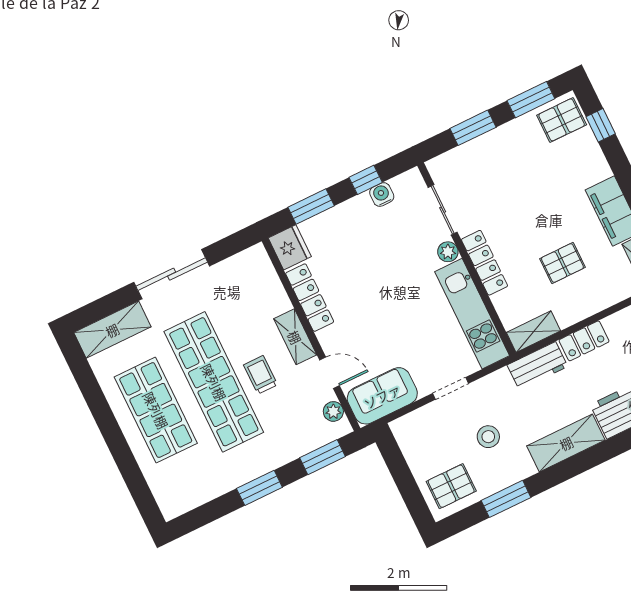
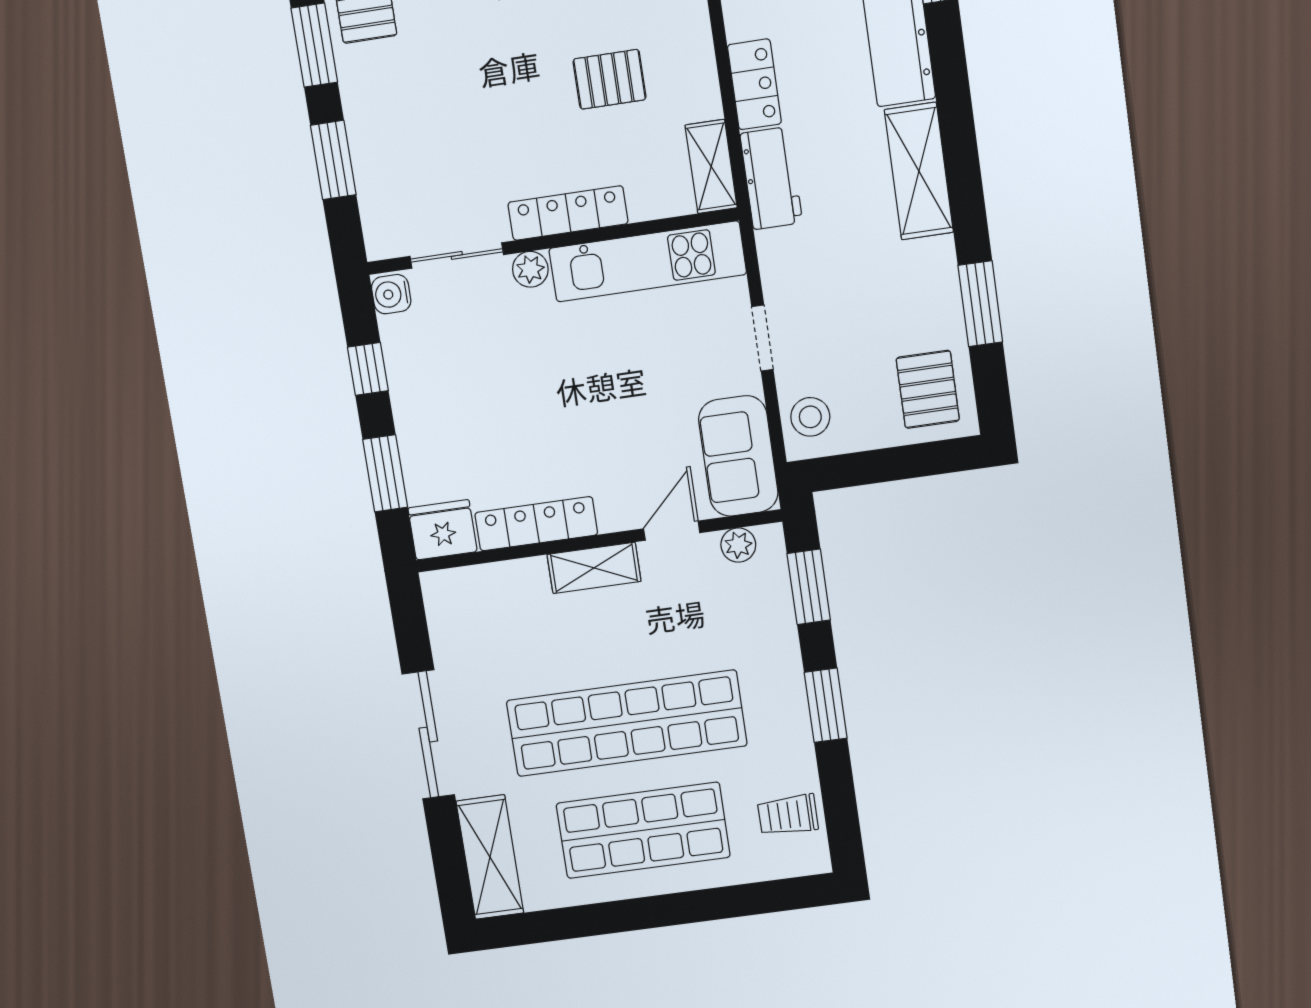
water cooler: (382, 195) -> (391, 294), moved
pallet: (562, 263) -> (610, 79), turned 90
trolley: (261, 375) -> (788, 815), moved
stool: (488, 437) -> (810, 417), moved

